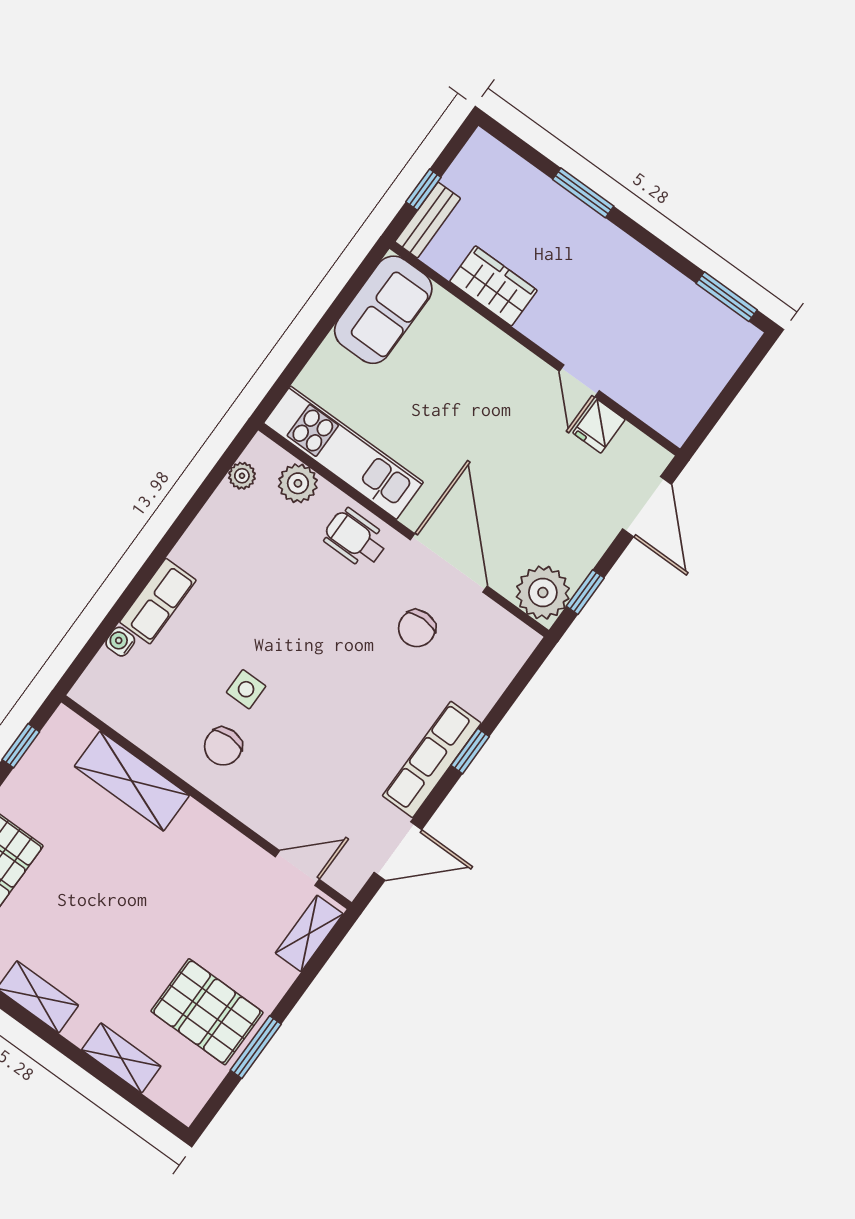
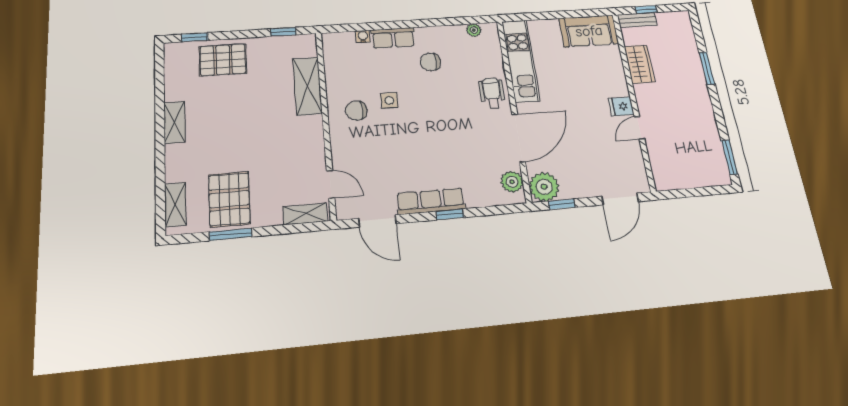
fridge: (599, 426) -> (621, 106), moved
plant: (298, 483) -> (512, 182), moved
chair: (417, 628) -> (430, 62), moved
shelving: (121, 1058) -> (175, 205), moved

